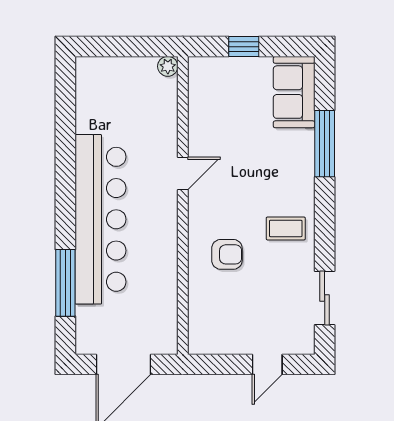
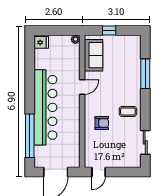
fridge: (91, 73) -> (41, 42), added
sofa: (294, 92) -> (93, 55), moved, turned 180
window: (65, 283) -> (30, 136), width x1.46
door: (267, 364) -> (99, 172), moved

